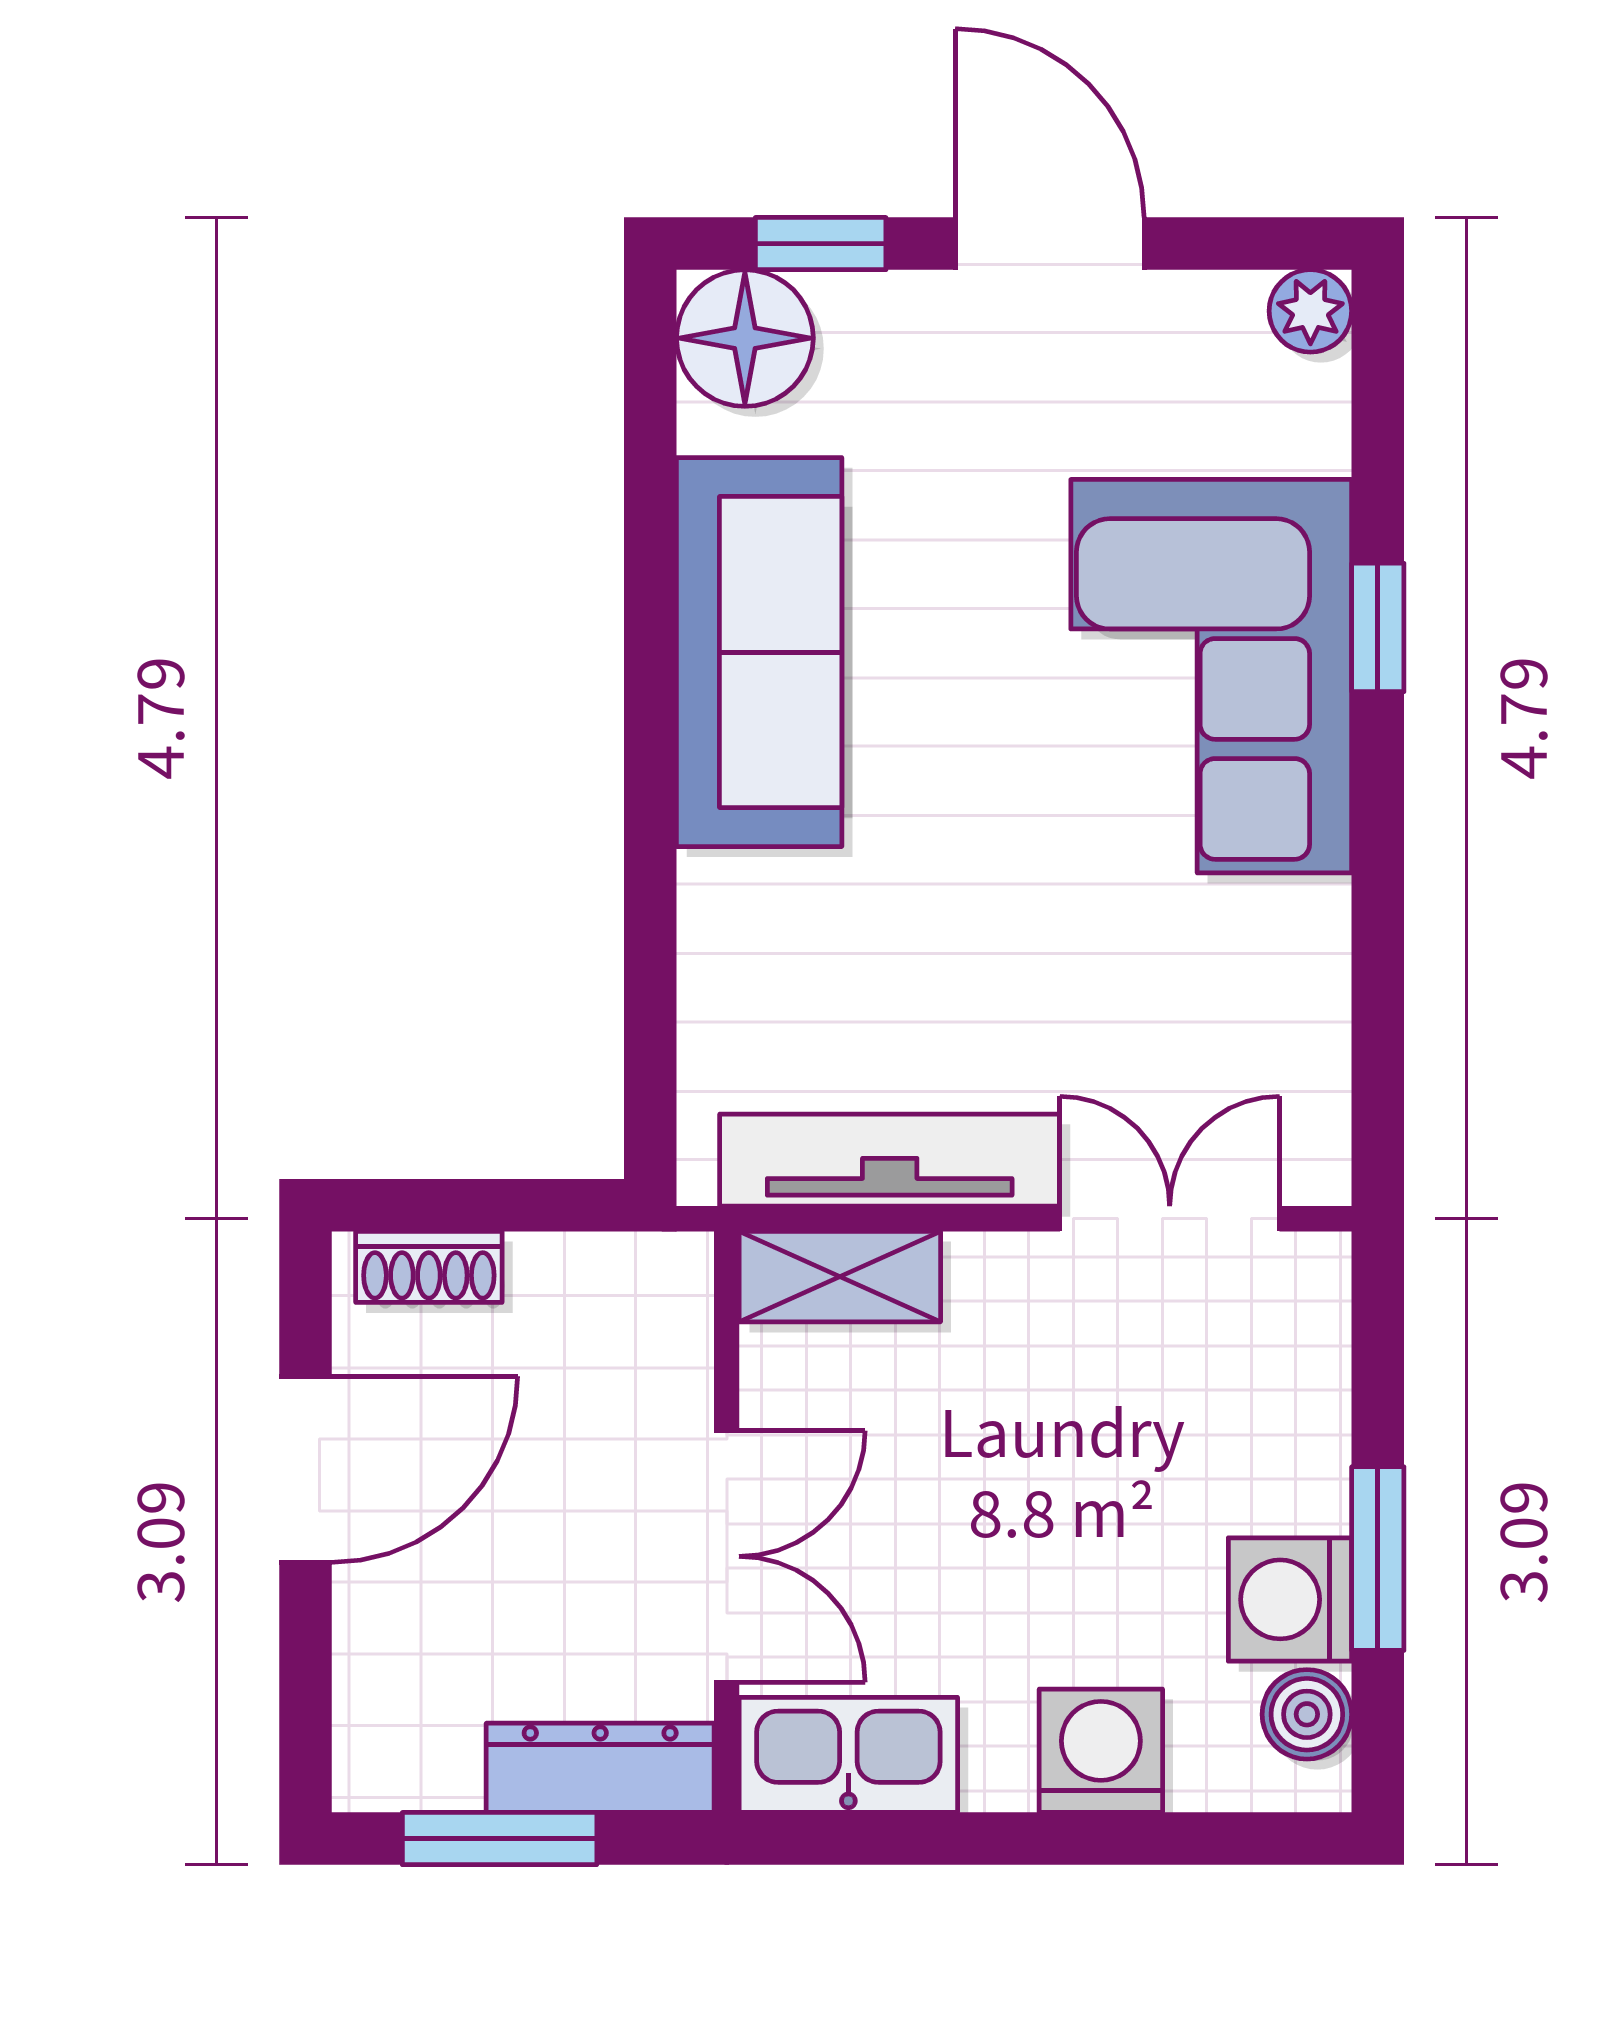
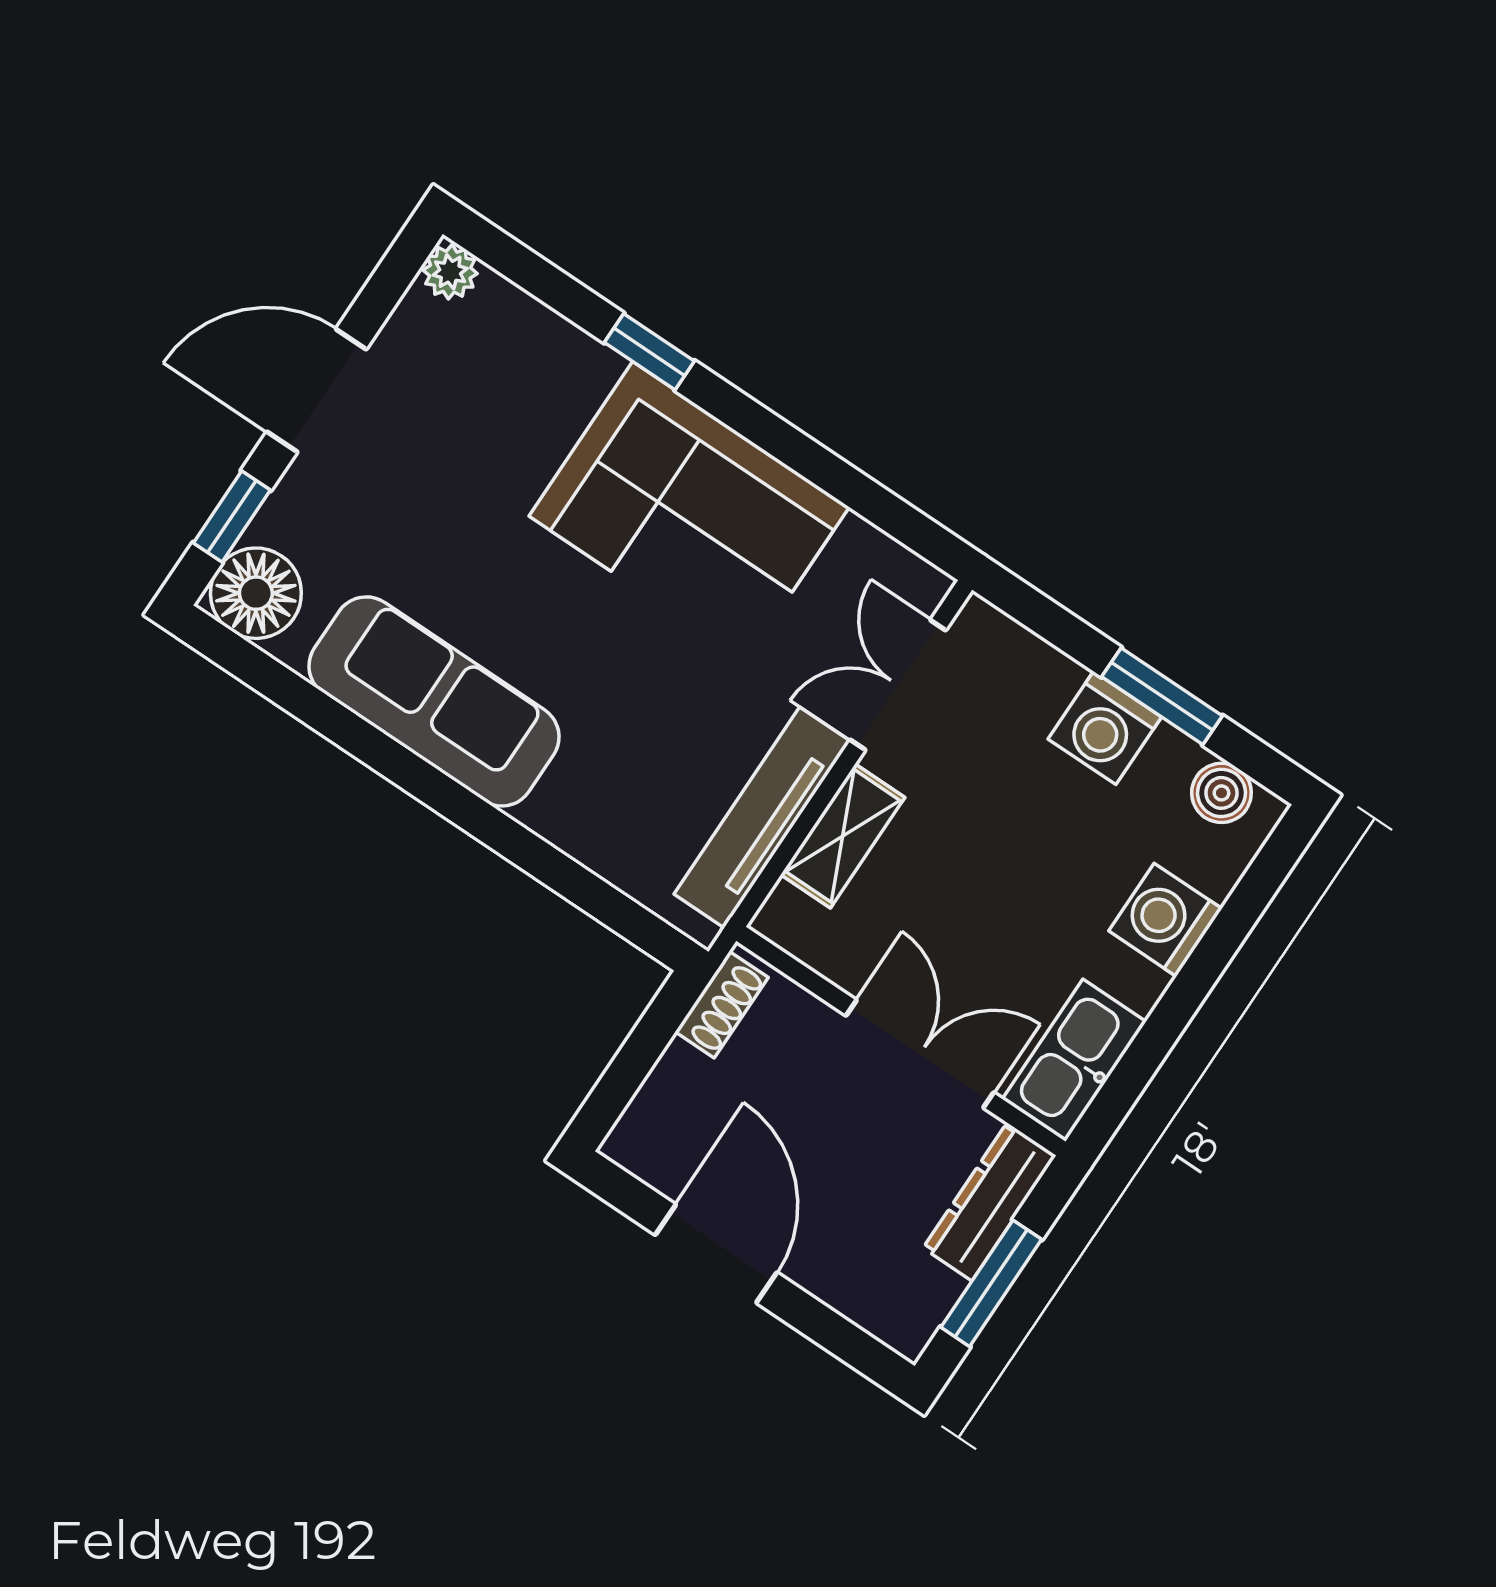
corner sofa: (1211, 676) -> (689, 512), moved
shoe rack: (429, 1267) -> (722, 1005), moved
shelving: (840, 1277) -> (843, 836), moved
washing machine: (1290, 1599) -> (1105, 728), moved

